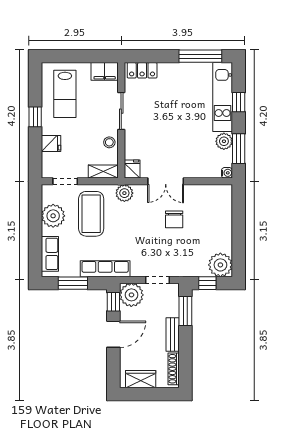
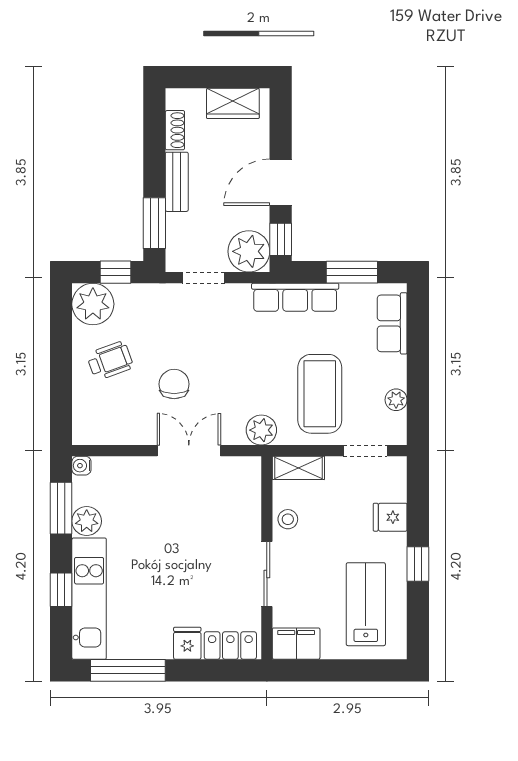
fridge: (132, 169) -> (187, 643), moved, turned 180
plant: (53, 216) -> (396, 400), width x0.53, depth x0.53
wheelchair: (211, 233) -> (110, 361), added
shoe rack: (174, 369) -> (175, 130), width x0.70

